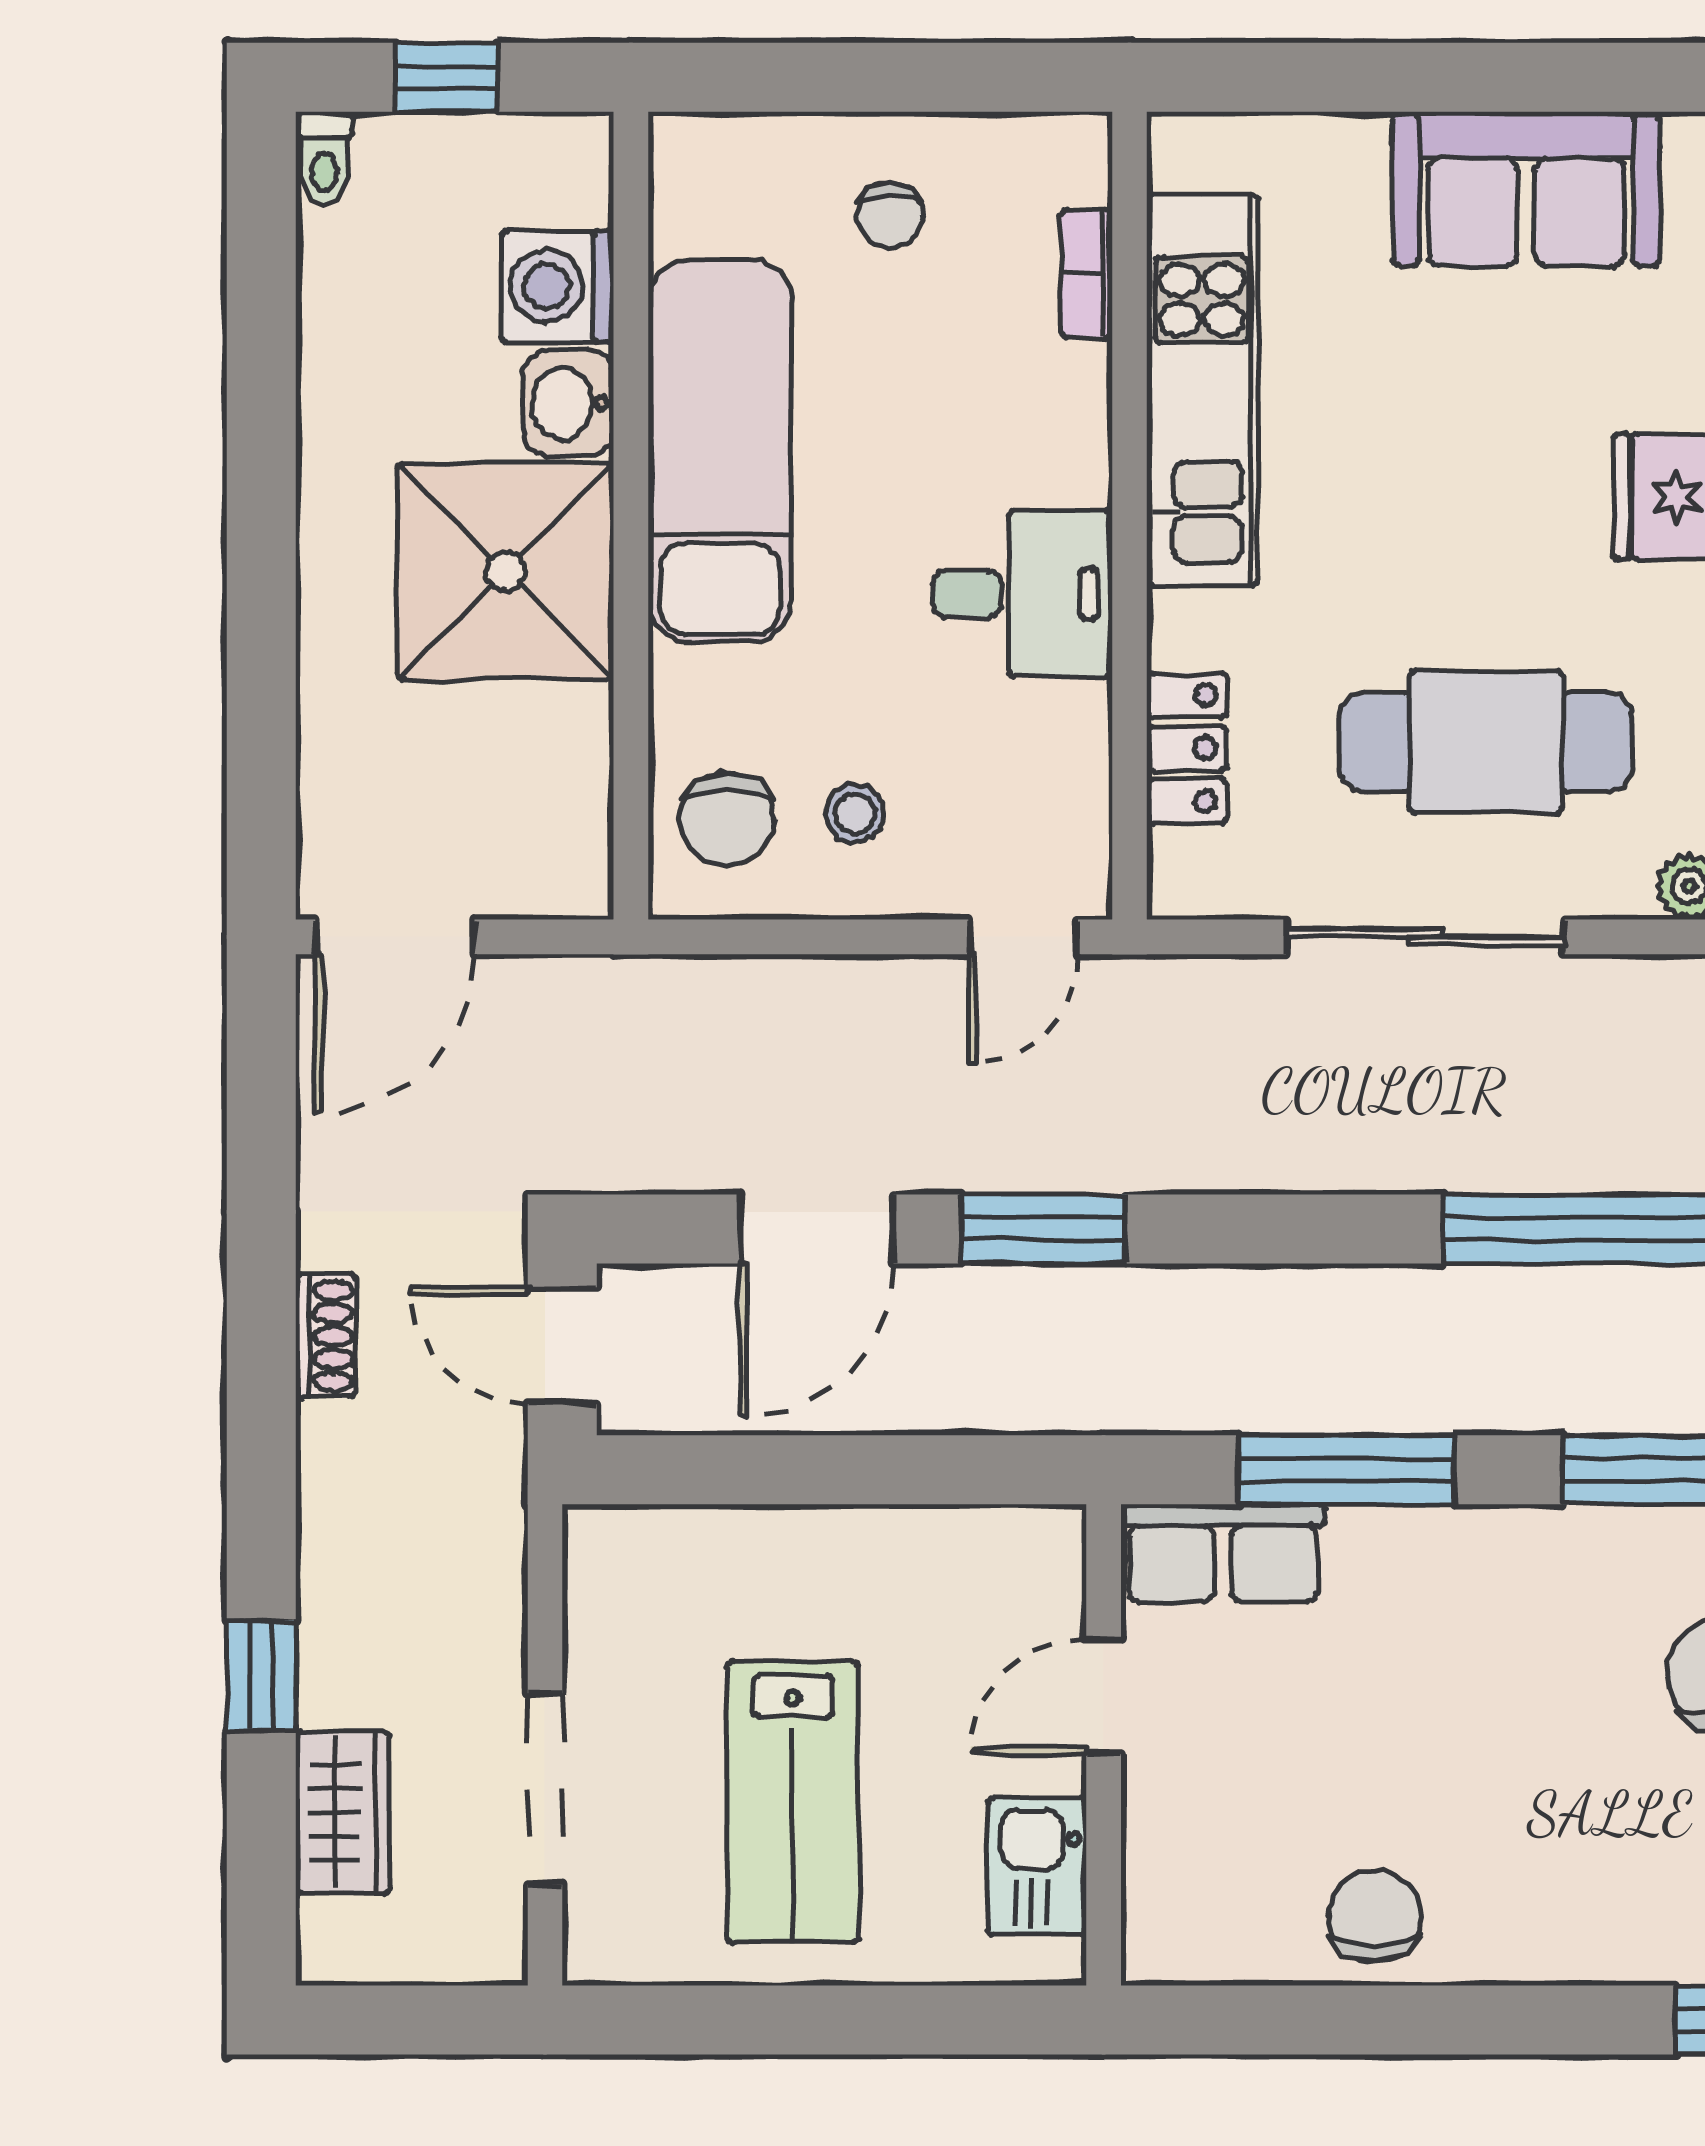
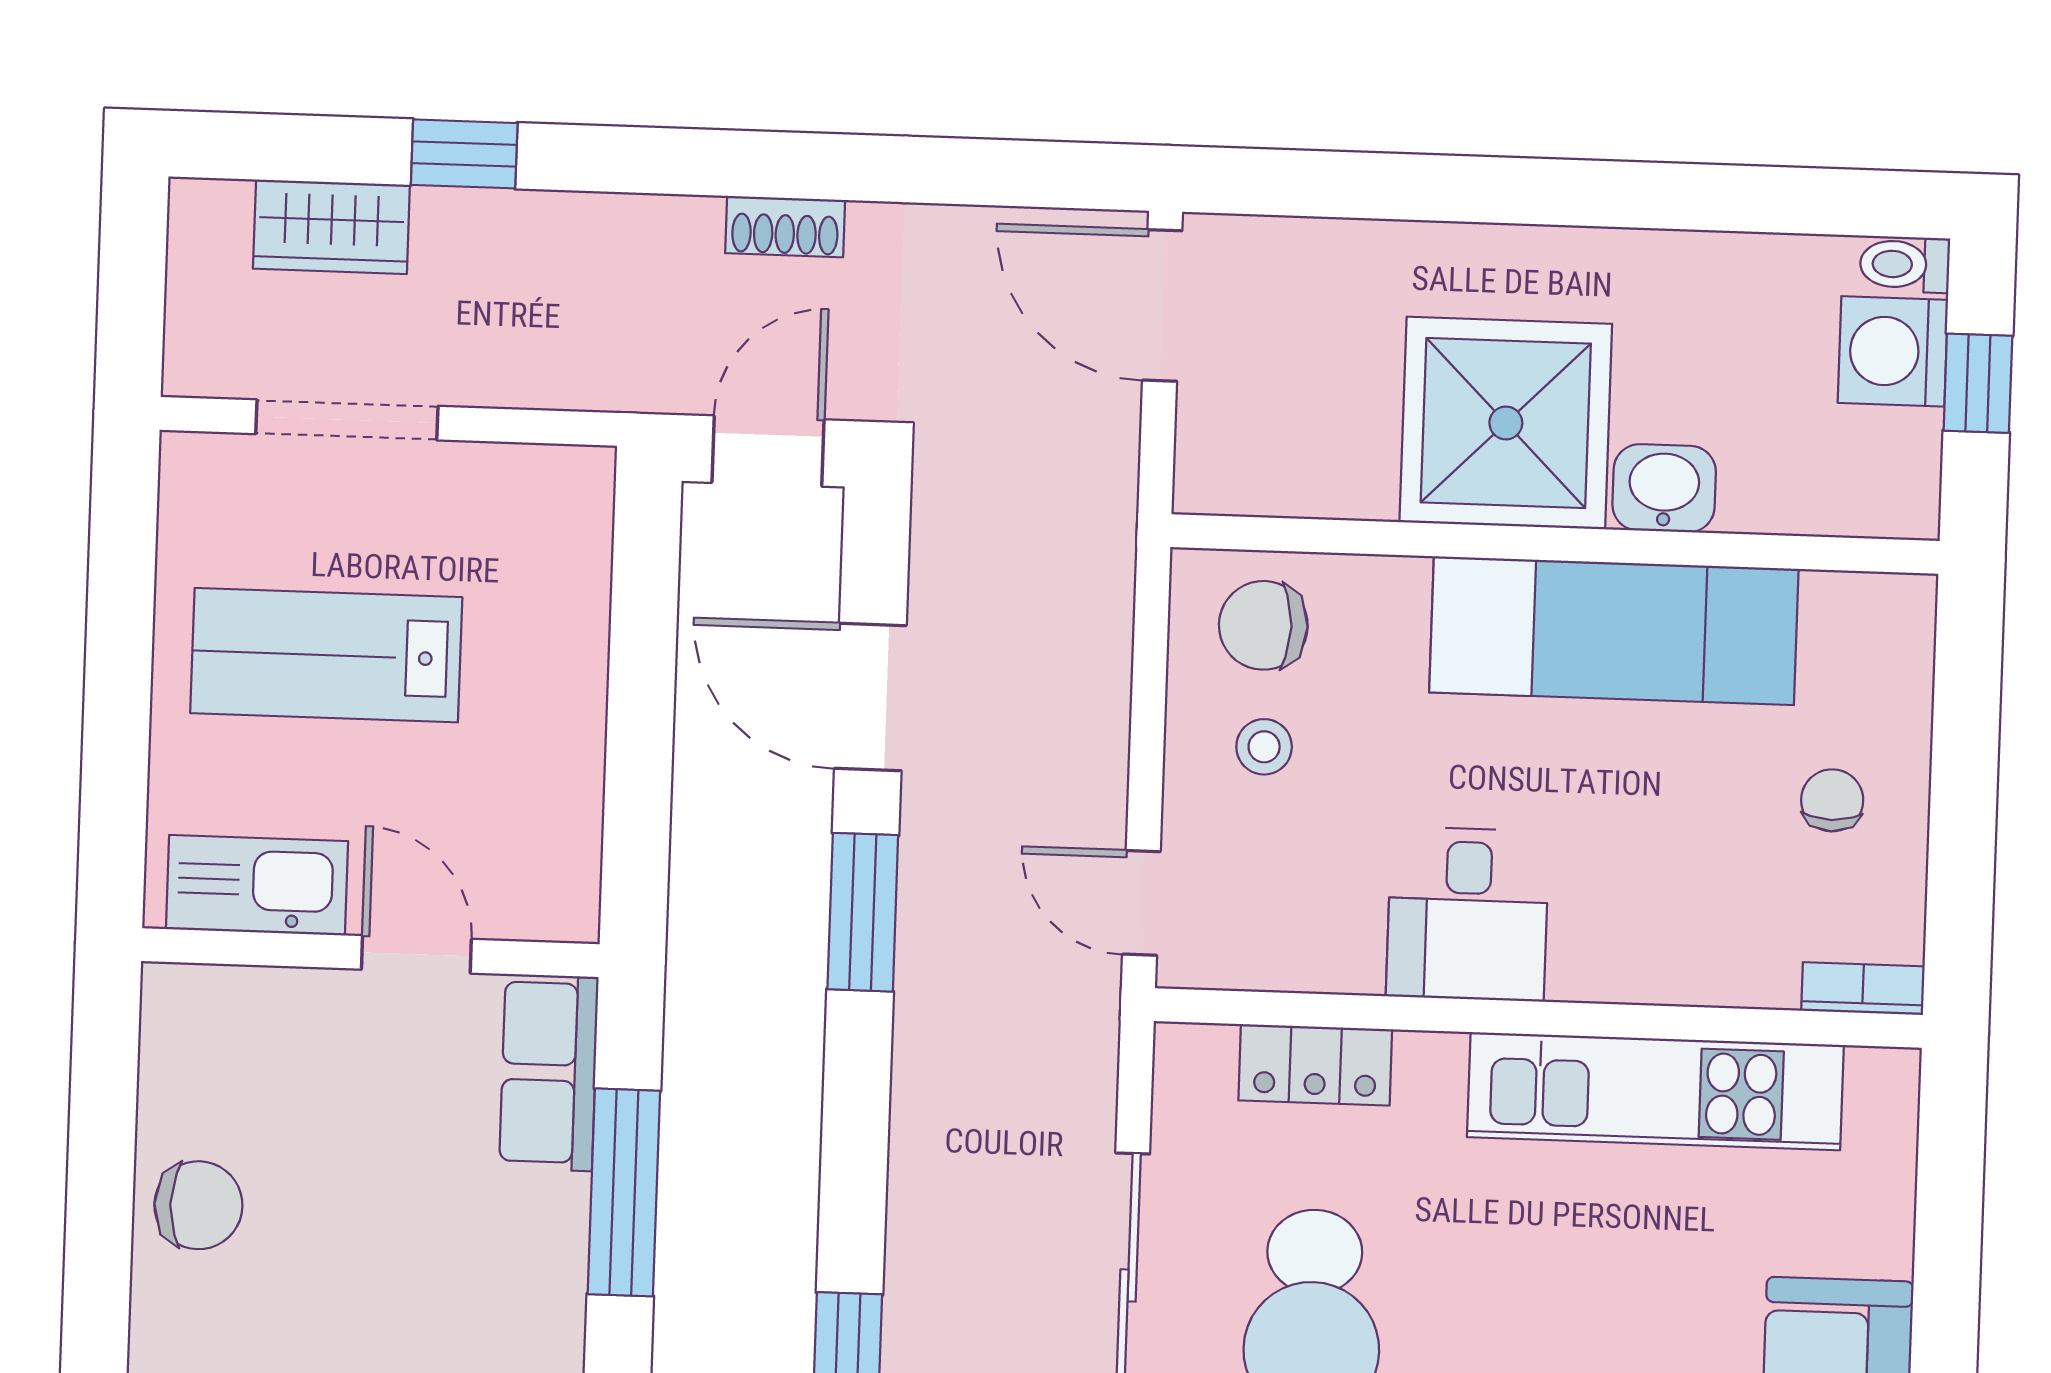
chair: (890, 215) -> (1832, 800), turned 90
bookcase: (1087, 274) -> (1863, 989), moved
washing machine: (558, 286) -> (1893, 351), moved, turned -90
kitchen sink: (1037, 1866) -> (257, 885), width x1.38

